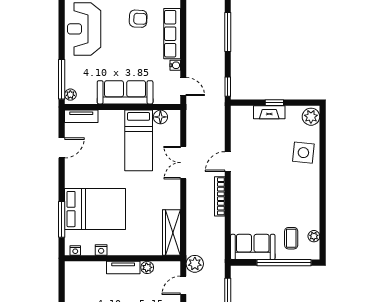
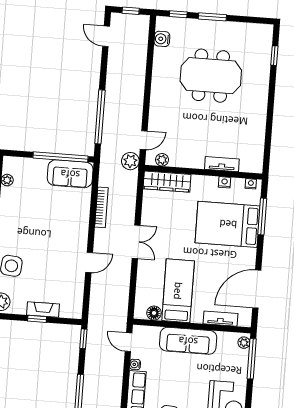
tv unit: (81, 116) -> (220, 319), moved
door: (62, 148) -> (257, 289), width x1.88
double door: (183, 163) -> (136, 242), moved
bookcase: (220, 196) -> (101, 207), moved
wardrobe: (171, 232) -> (167, 182), moved, turned 90
coffee table: (291, 238) -> (30, 180), removed
window: (284, 263) -> (61, 157), moved
plant: (147, 267) -> (162, 160), moved
tv unit: (123, 268) -> (222, 164), moved

